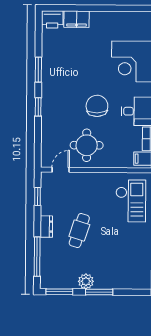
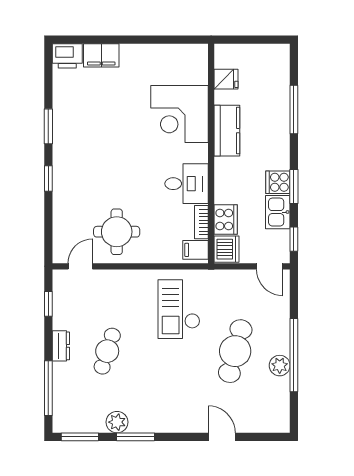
chair: (97, 106) -> (131, 177), removed
checkout: (131, 201) -> (179, 309), turned 180

